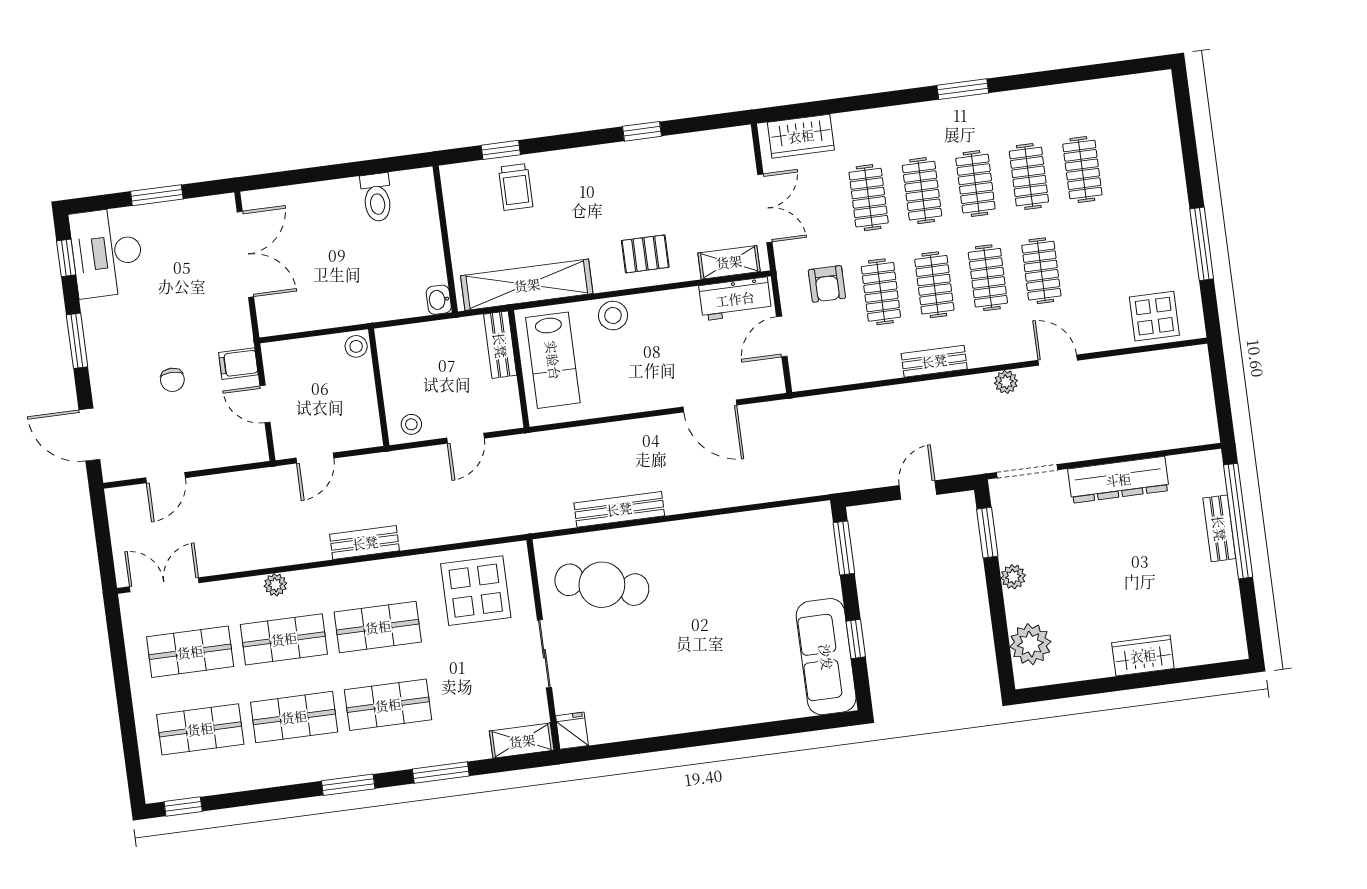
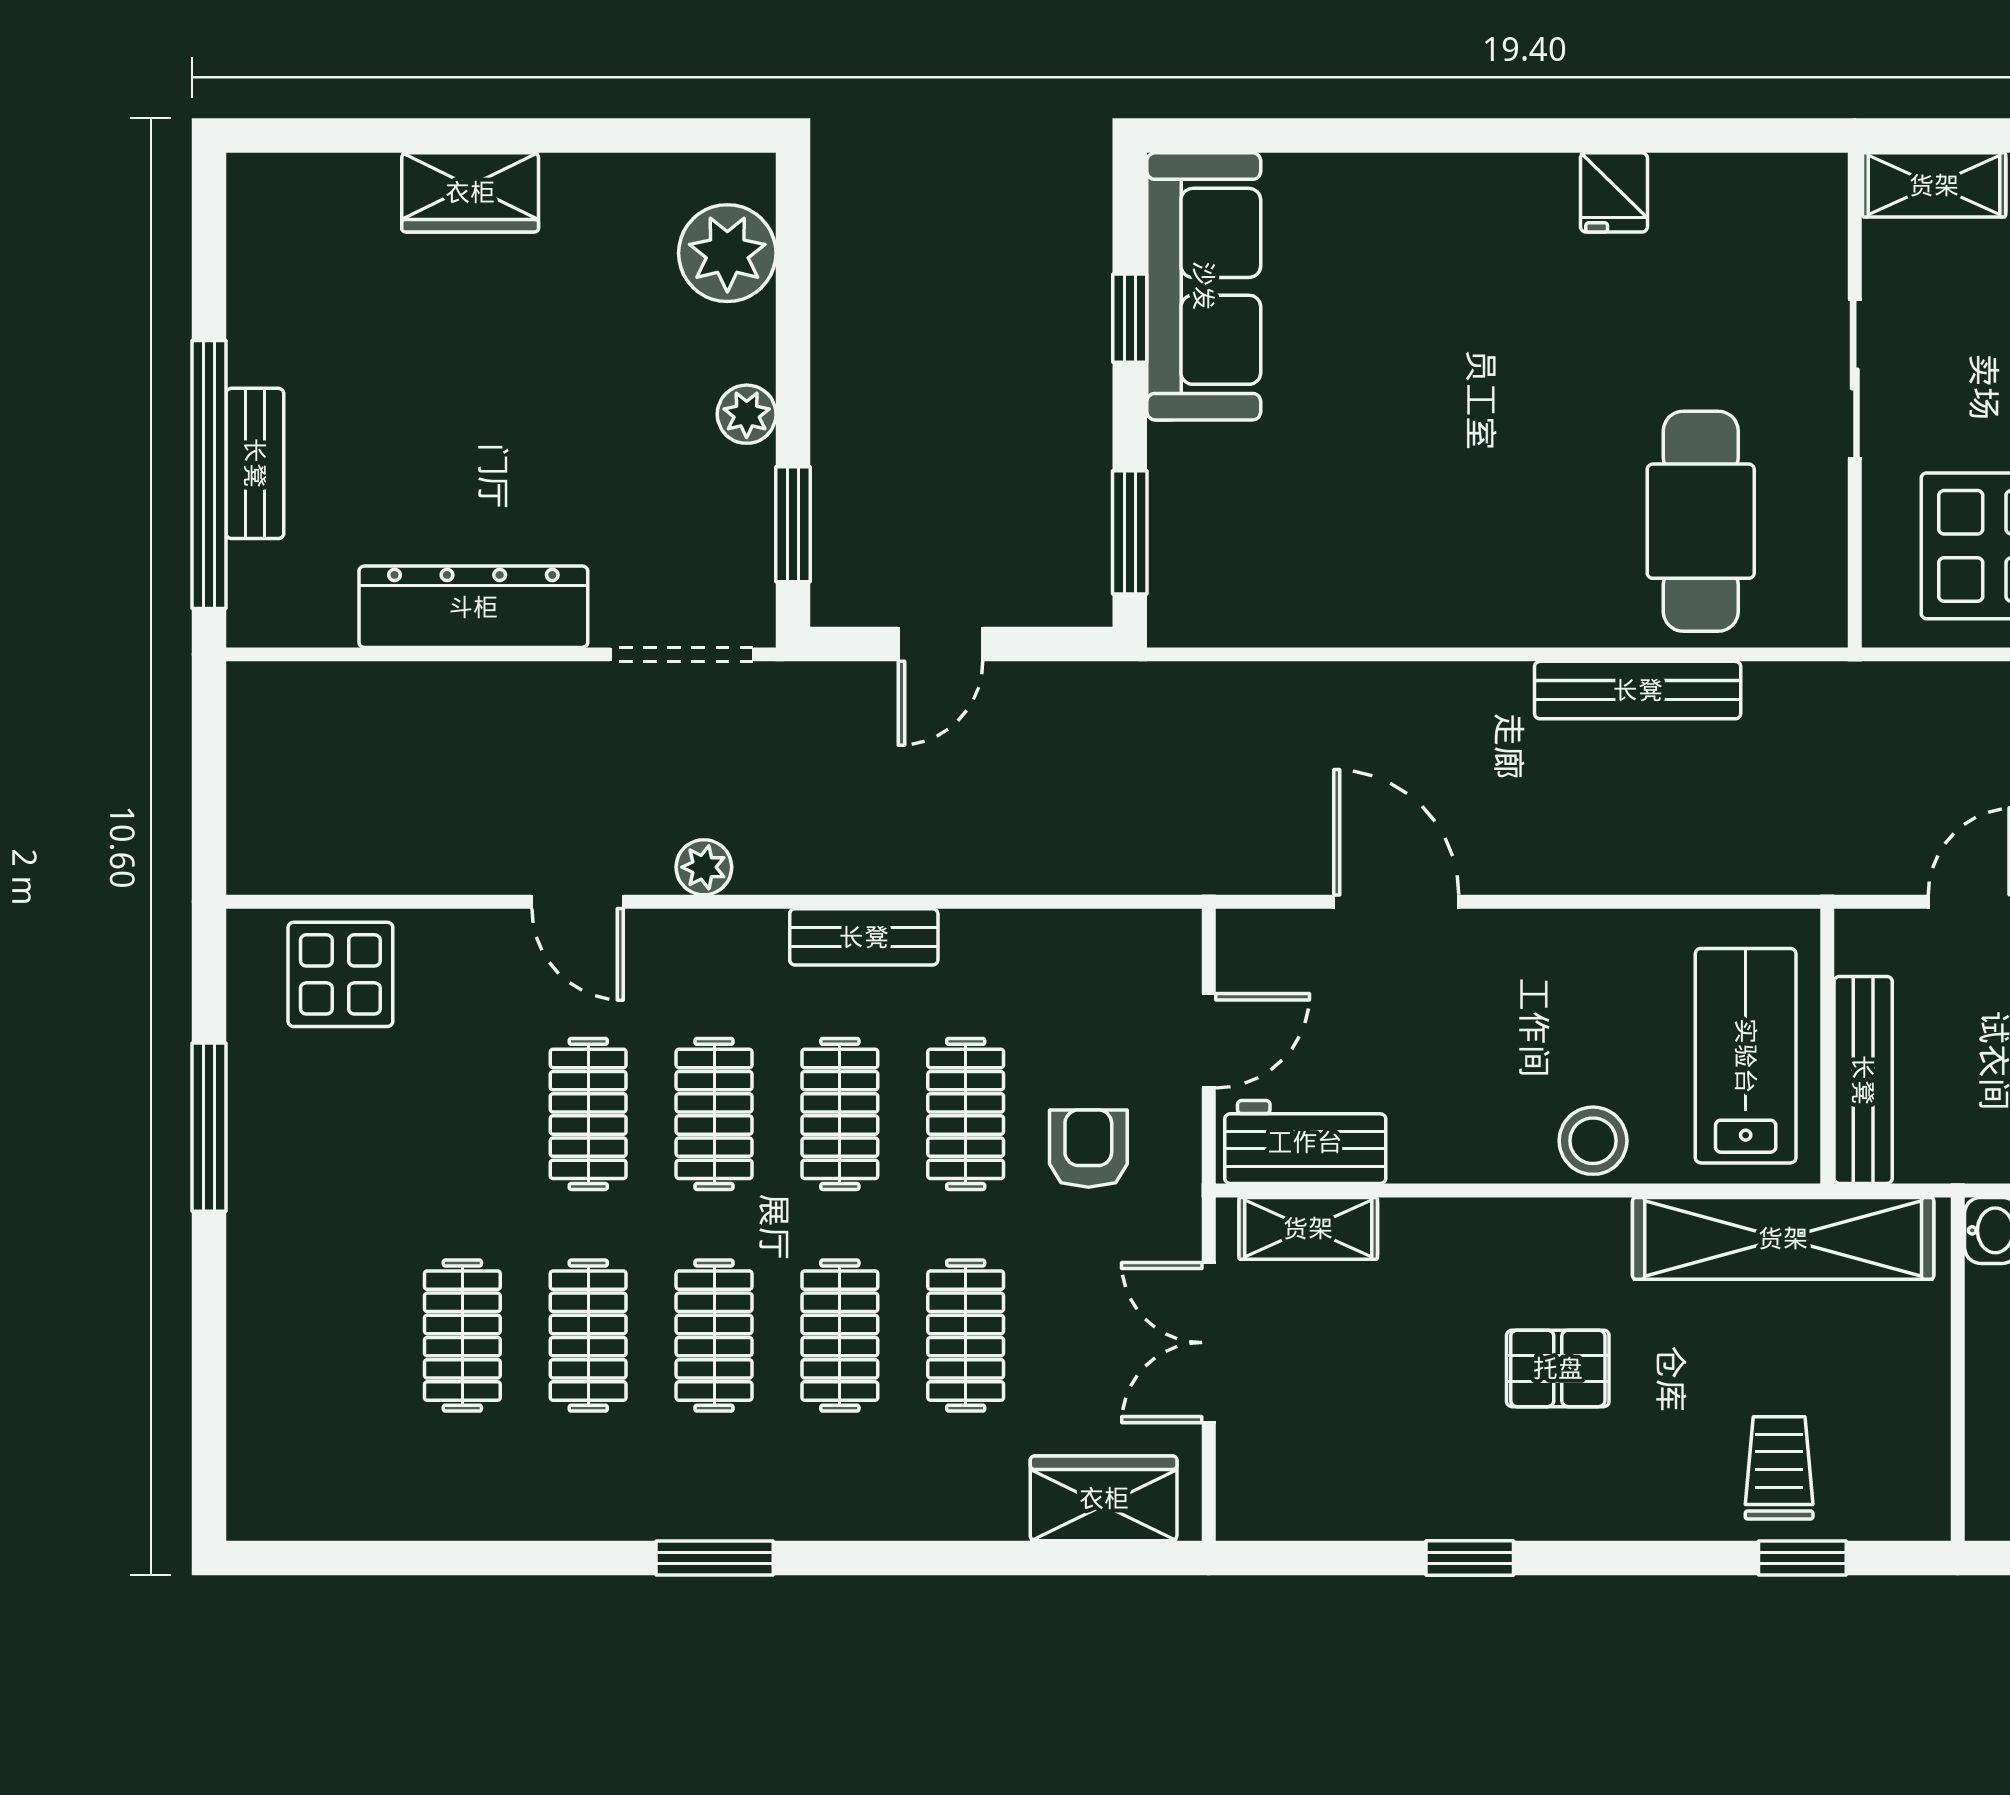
pallet: (645, 254) -> (1558, 1368), moved
bench: (500, 345) -> (1863, 1080), width x1.36
cafe table: (602, 585) -> (1701, 521), turned 74
fridge: (572, 731) -> (1614, 192), moved

